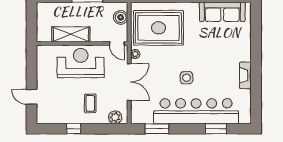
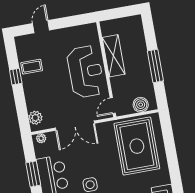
plant: (135, 54) -> (41, 138), moved
coffee table: (90, 103) -> (32, 67), moved
window: (157, 129) -> (33, 174), moved

